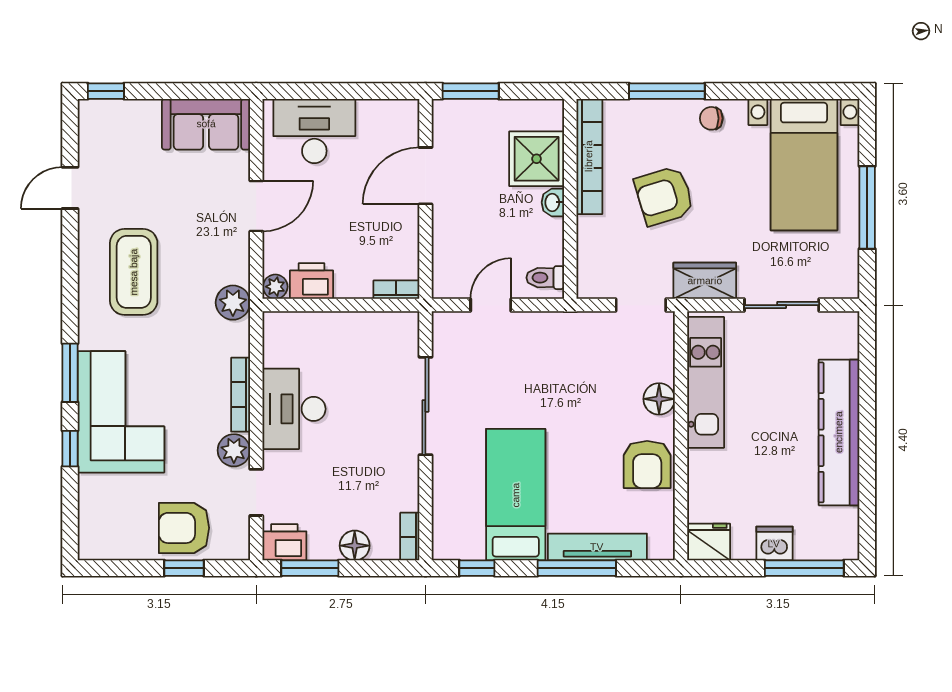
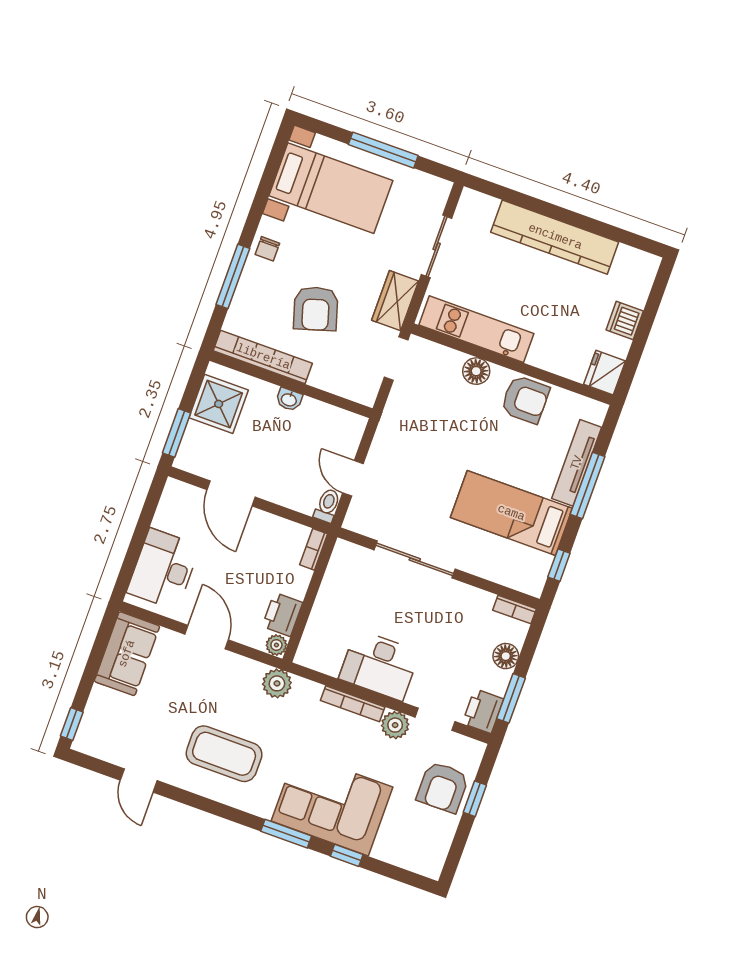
shower: (537, 159) -> (219, 404), moved
toilet: (545, 278) -> (327, 505), moved, turned 180
window: (804, 568) -> (653, 304), removed

